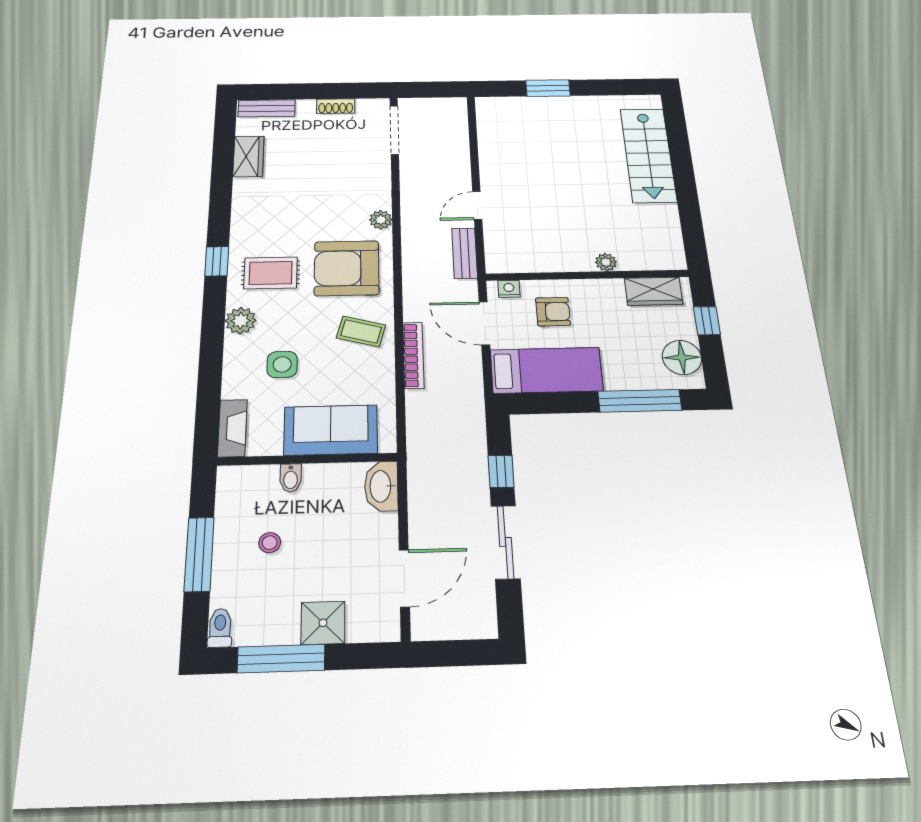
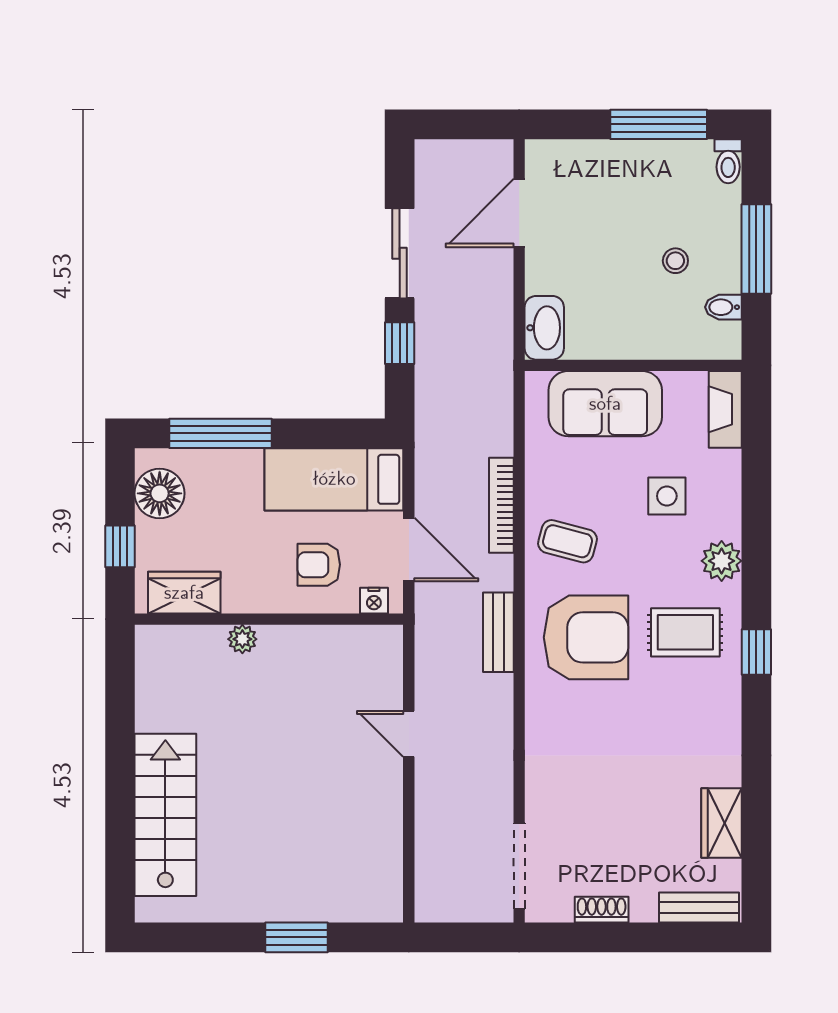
door: (477, 206) -> (409, 734), swing flipped
plant: (381, 220) -> (540, 713), removed
bench: (465, 253) -> (498, 632), moved
bidet: (291, 478) -> (723, 307), moved, turned -90
shower: (323, 623) -> (612, 164), removed

